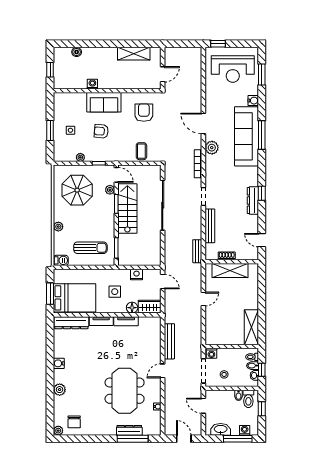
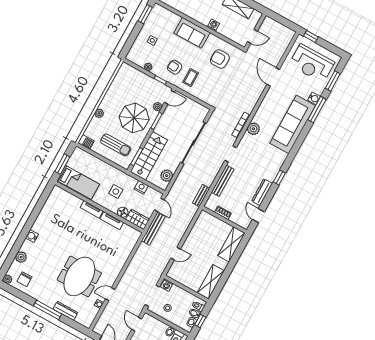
washing machine: (92, 84) -> (213, 25), moved
armchair: (144, 113) -> (220, 59), turned -90
door: (203, 124) -> (273, 77), moved
window: (50, 131) -> (145, 14), moved
armchair: (101, 131) -> (175, 67), moved
window: (262, 135) -> (317, 110), moved
plant: (212, 148) -> (253, 129), moved
coffee table: (141, 151) -> (191, 78), moved
door: (116, 175) -> (169, 97), hinge flipped
parasol: (77, 190) -> (134, 118), moved
dresser: (253, 201) -> (262, 192), moved
stairs: (127, 209) -> (149, 156), moved
plant: (154, 250) -> (167, 176), added
shelving: (230, 271) -> (231, 244), moved, turned 90
bed: (75, 298) -> (78, 182), width x0.67
door: (203, 299) -> (176, 254), moved
dresser: (71, 323) -> (67, 197), removed
bench: (169, 341) -> (153, 229), moved
water cooler: (59, 363) -> (32, 236), moved
door: (163, 371) -> (110, 294), moved
plant: (60, 390) -> (21, 257), moved
window: (133, 439) -> (48, 310), moved

